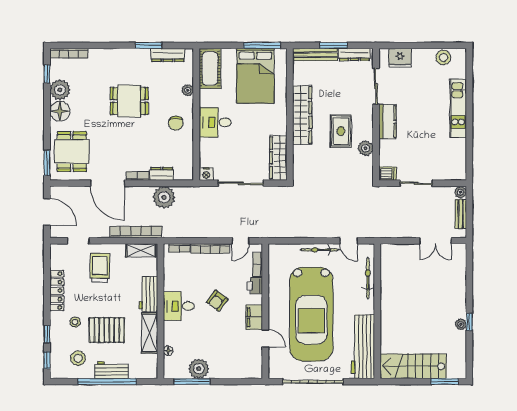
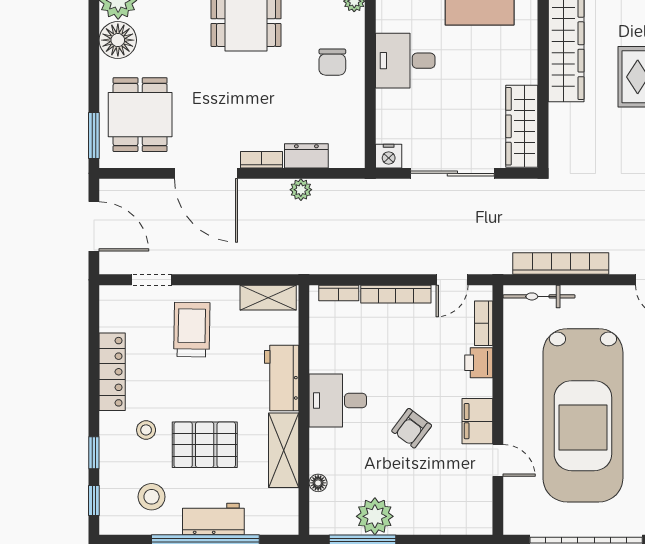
plant: (164, 197) -> (301, 190), width x0.53, depth x0.53
bookcase: (136, 232) -> (561, 264), moved
bicycle: (319, 250) -> (539, 296), moved
armchair: (217, 301) -> (412, 428), moved

